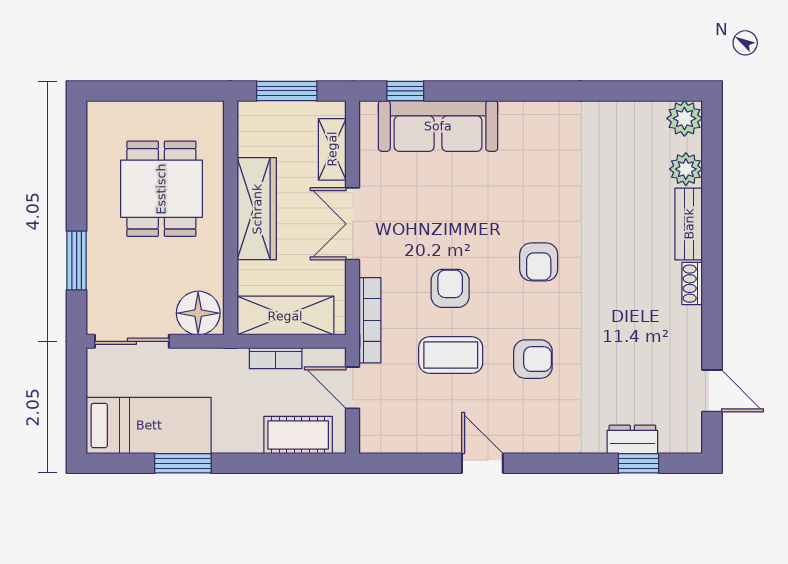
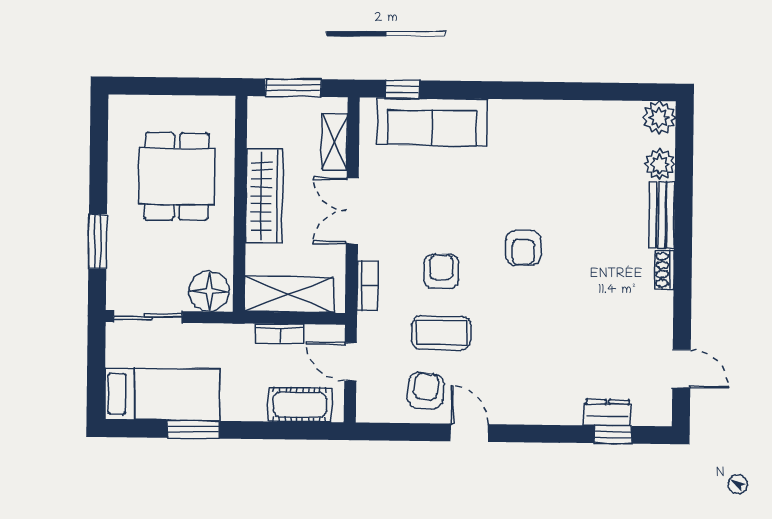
bookcase: (370, 320) -> (367, 286), width x0.64
armchair: (533, 359) -> (426, 391), moved, turned -84

